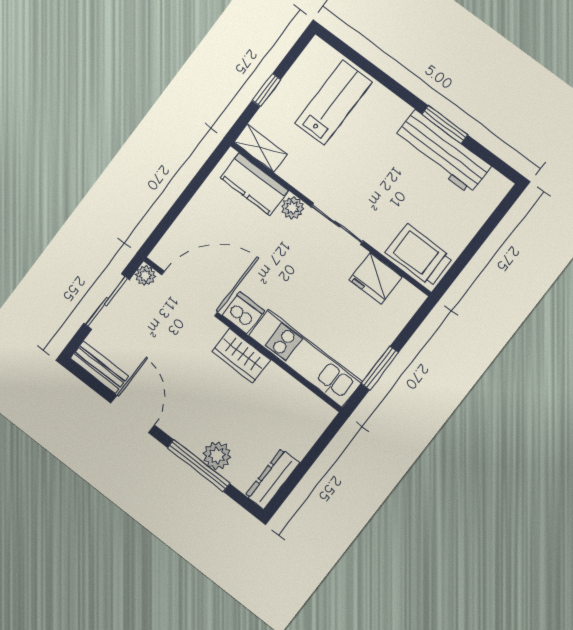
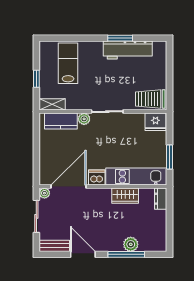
fridge: (376, 278) -> (155, 122), moved
wardrobe: (241, 356) -> (125, 196), moved
dresser: (272, 479) -> (161, 199), moved, width x0.70

